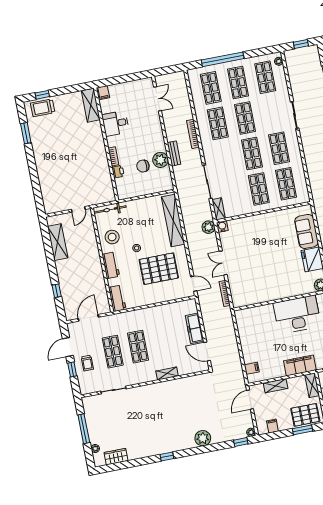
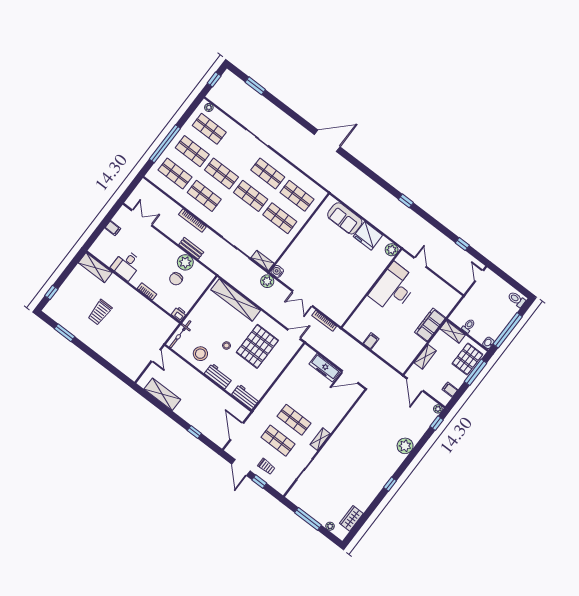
filing cabinet: (104, 93) -> (113, 228), moved
trolley: (43, 108) -> (100, 312), moved
printer: (118, 172) -> (179, 314), moved
filing cabinet: (252, 368) -> (371, 341), moved
shelving: (167, 374) -> (320, 439), moved
window: (303, 430) -> (475, 372), width x1.44

